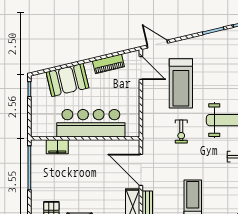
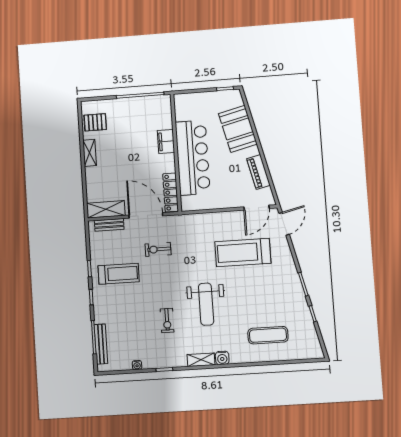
exercise bike: (181, 131) -> (158, 249), moved
locker: (121, 146) -> (171, 192), added
filing cabinet: (57, 147) -> (166, 142), moved
door: (141, 170) -> (146, 215), hinge flipped

